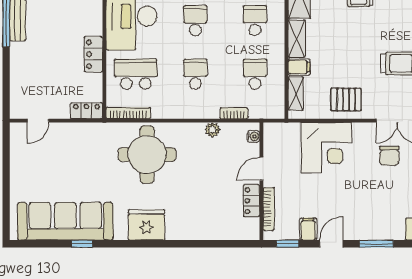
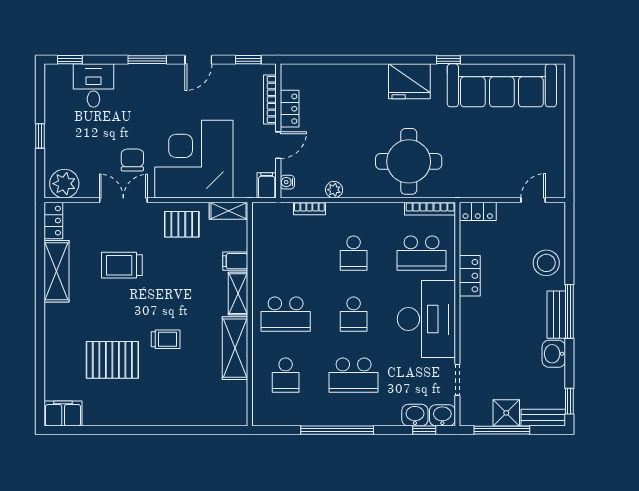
school desk: (255, 21) -> (286, 314), width x1.85
stool: (26, 66) -> (546, 263), added
school desk: (255, 74) -> (286, 253), removed
shelving: (296, 93) -> (228, 211), moved, turned 90
corner desk: (326, 147) -> (194, 159), width x1.36, depth x1.36
filing cabinet: (308, 229) -> (267, 185), moved, turned 180
window: (82, 244) -> (448, 60), moved

